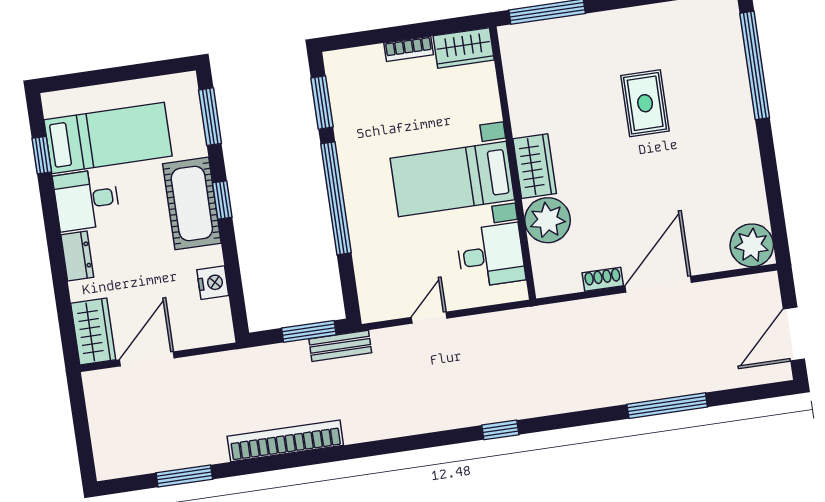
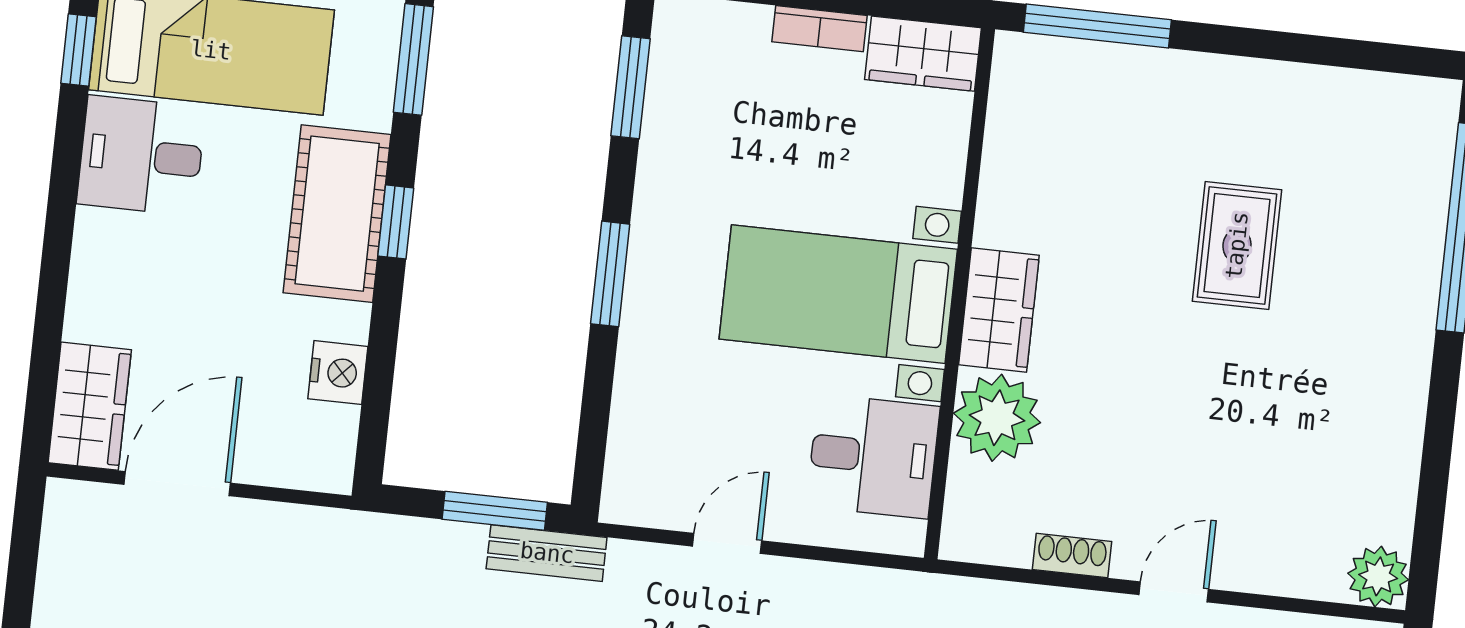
window: (336, 198) -> (610, 274), width x0.47
plant: (752, 245) -> (1378, 576), width x0.73, depth x0.73
dresser: (77, 256) -> (96, 257), removed
door: (658, 284) -> (1174, 592), width x0.53

